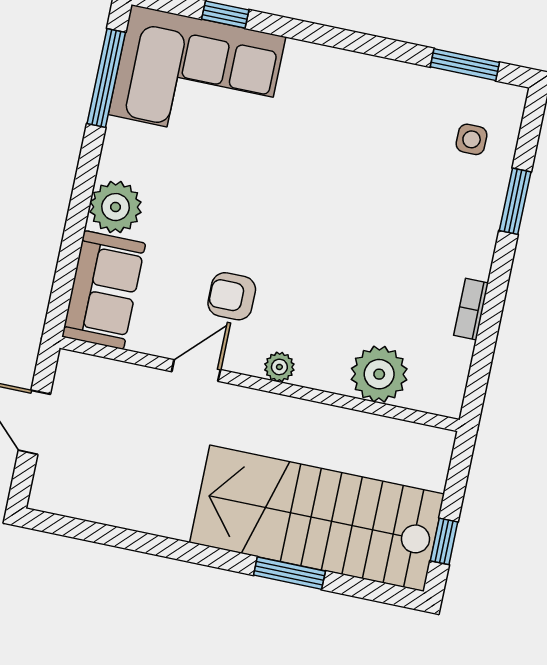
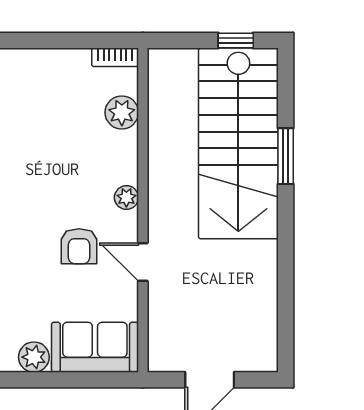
plant: (116, 207) -> (34, 357), width x0.73, depth x0.73
bookcase: (471, 309) -> (115, 57), moved
plant: (379, 374) -> (122, 112), width x0.73, depth x0.73

